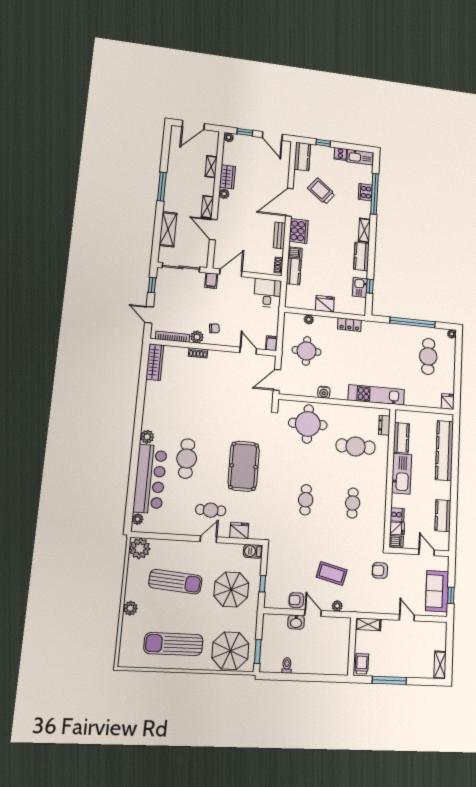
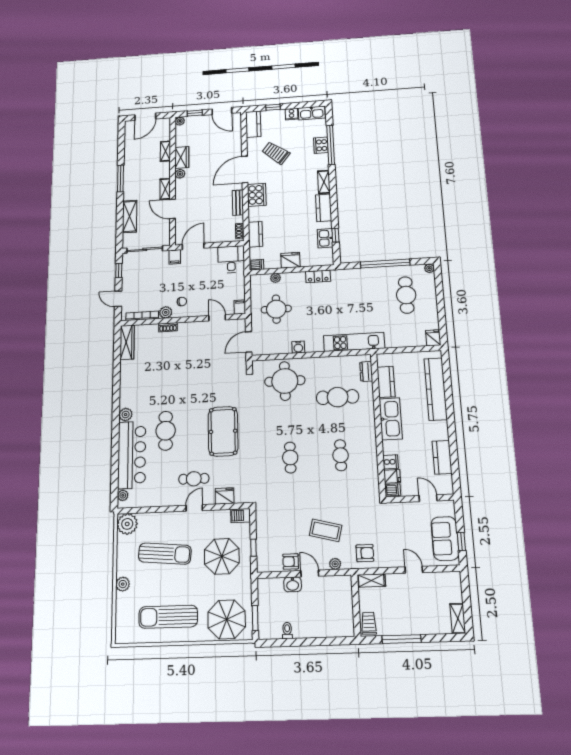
dishwasher: (295, 252) -> (256, 265), moved
armchair: (380, 570) -> (365, 553), moved, turned 180

